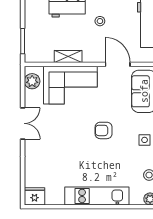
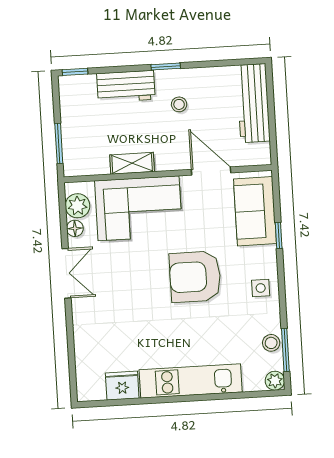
floor lamp: (30, 95) -> (75, 228), added
armchair: (104, 130) -> (195, 277), width x1.88, depth x1.88
fridge: (34, 196) -> (122, 386), moved

